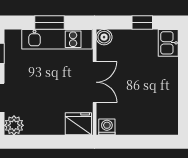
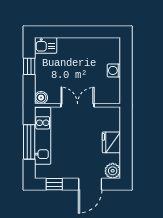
window: (50, 23) -> (29, 142), width x1.44
fridge: (78, 124) -> (111, 142), moved
washing machine: (107, 127) -> (114, 70), moved

